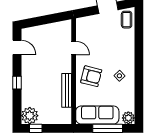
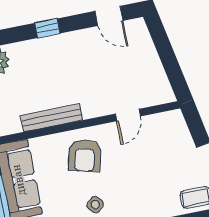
door: (17, 47) -> (109, 16), hinge flipped

